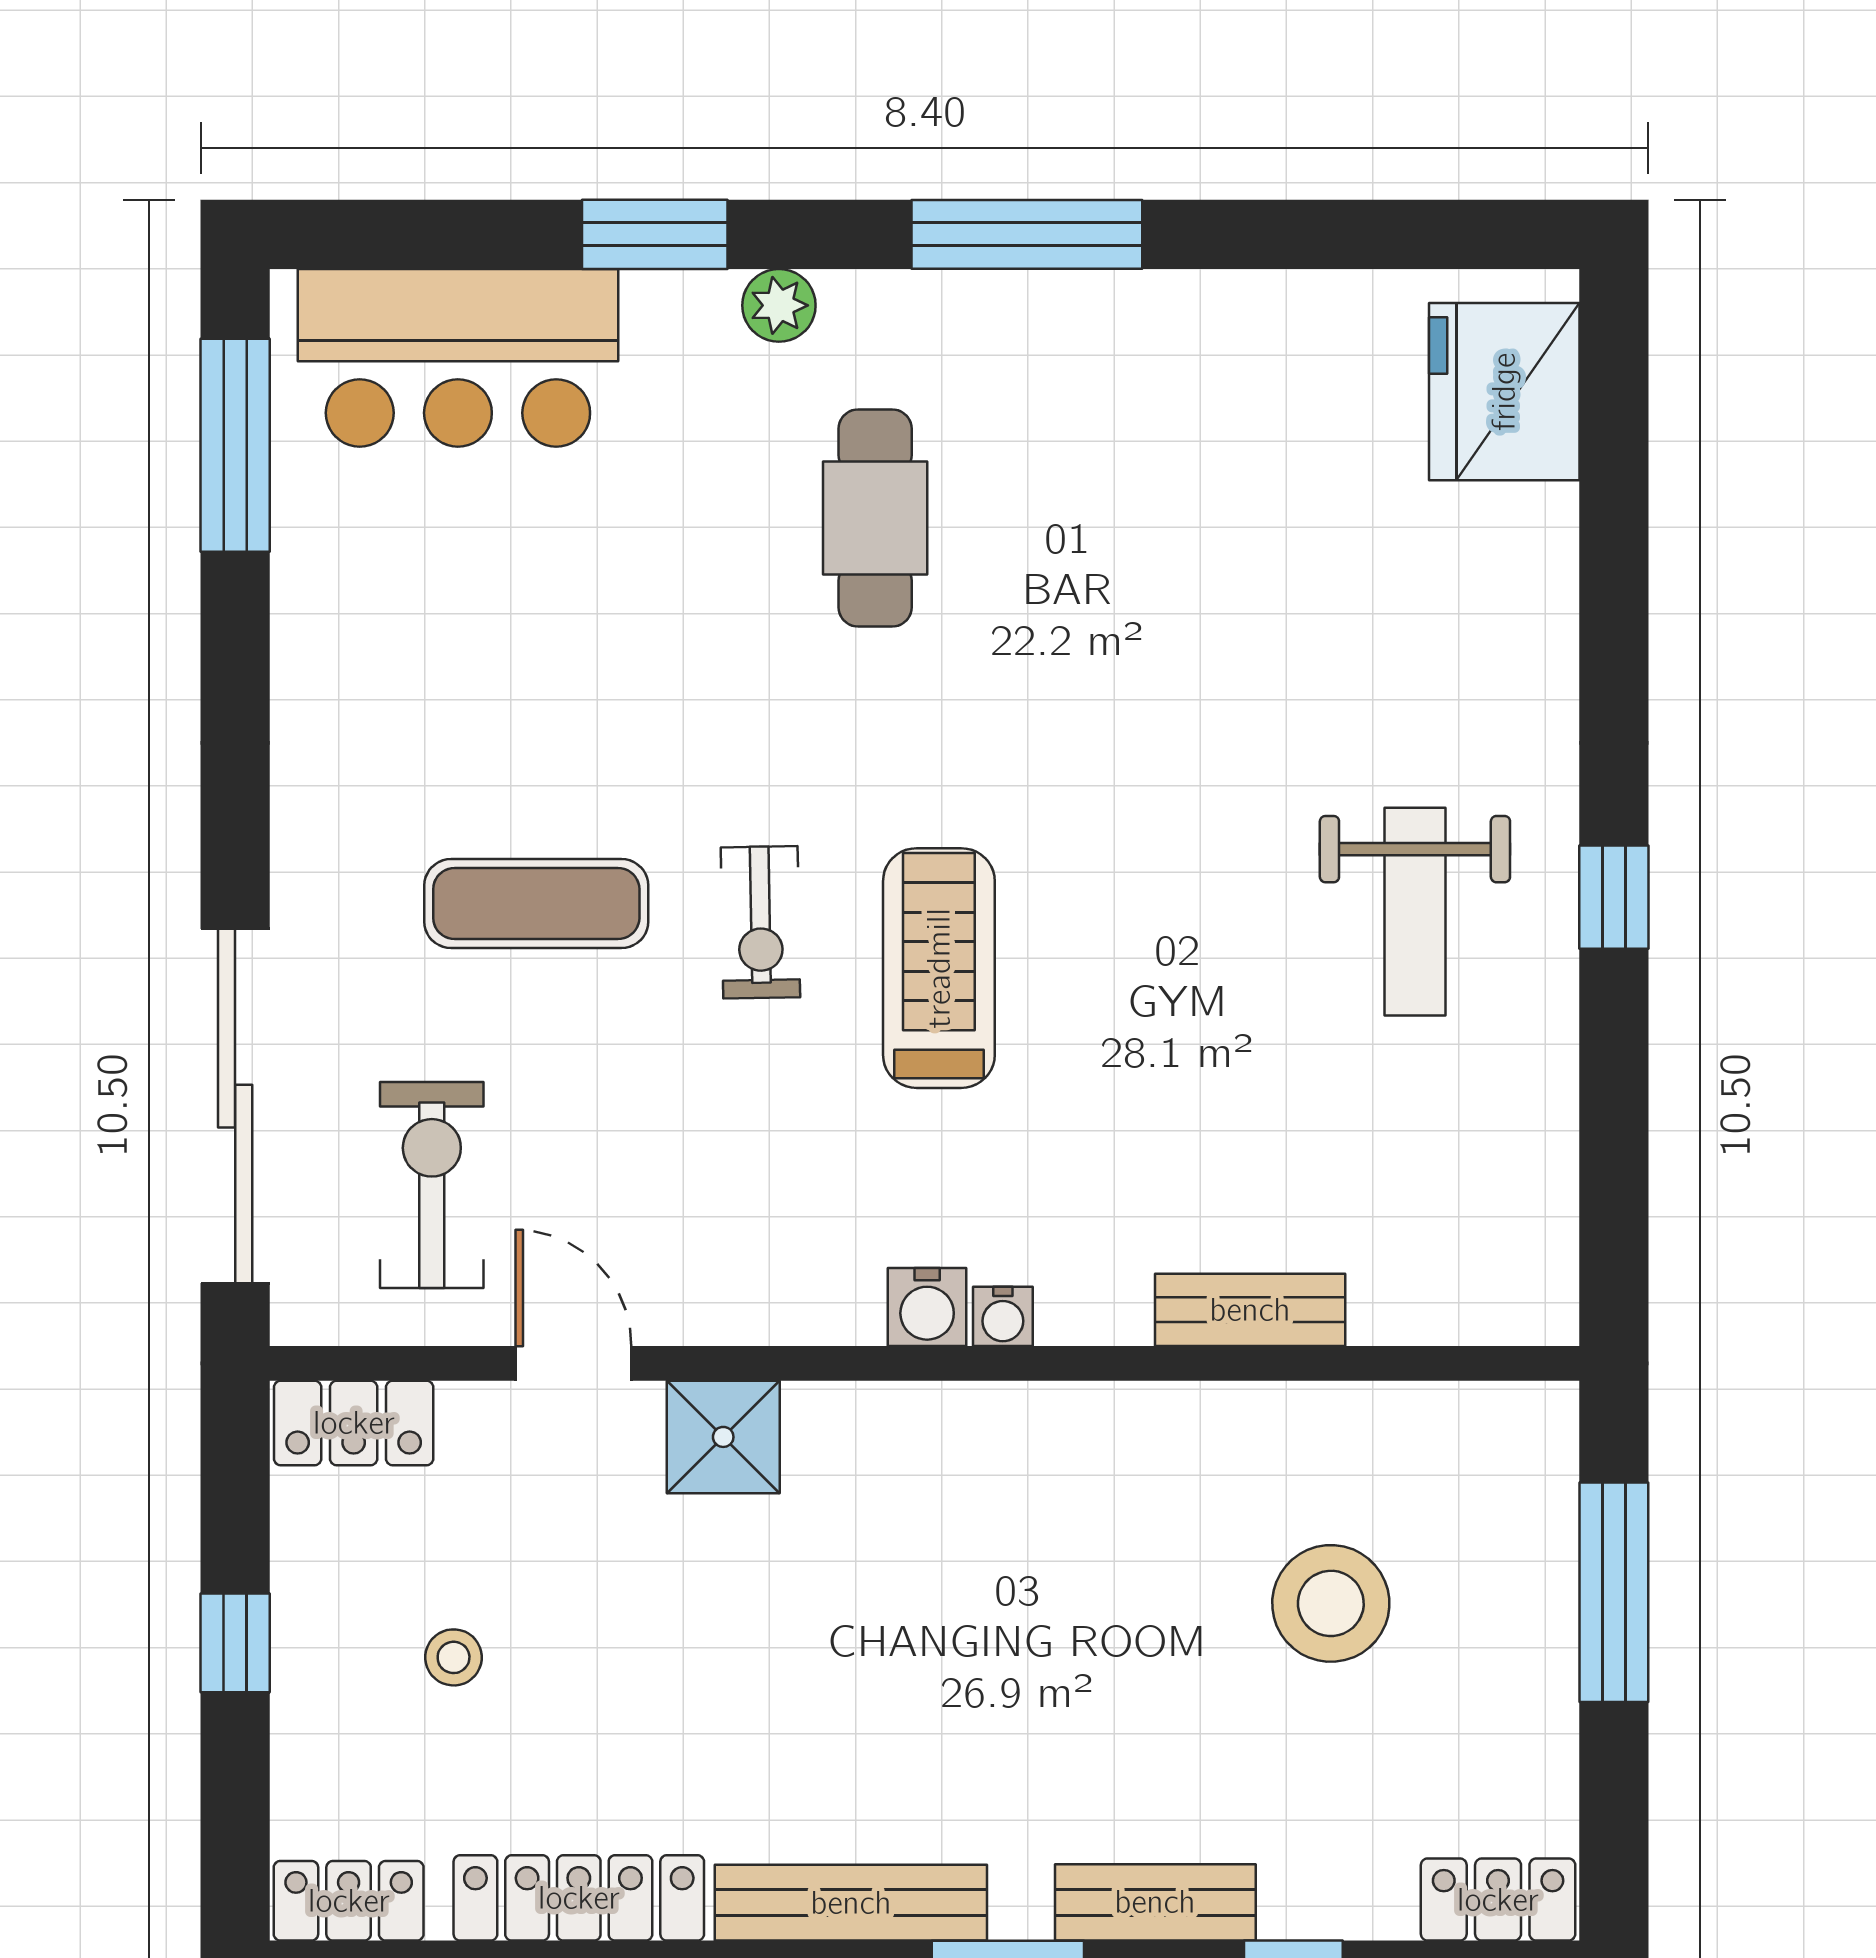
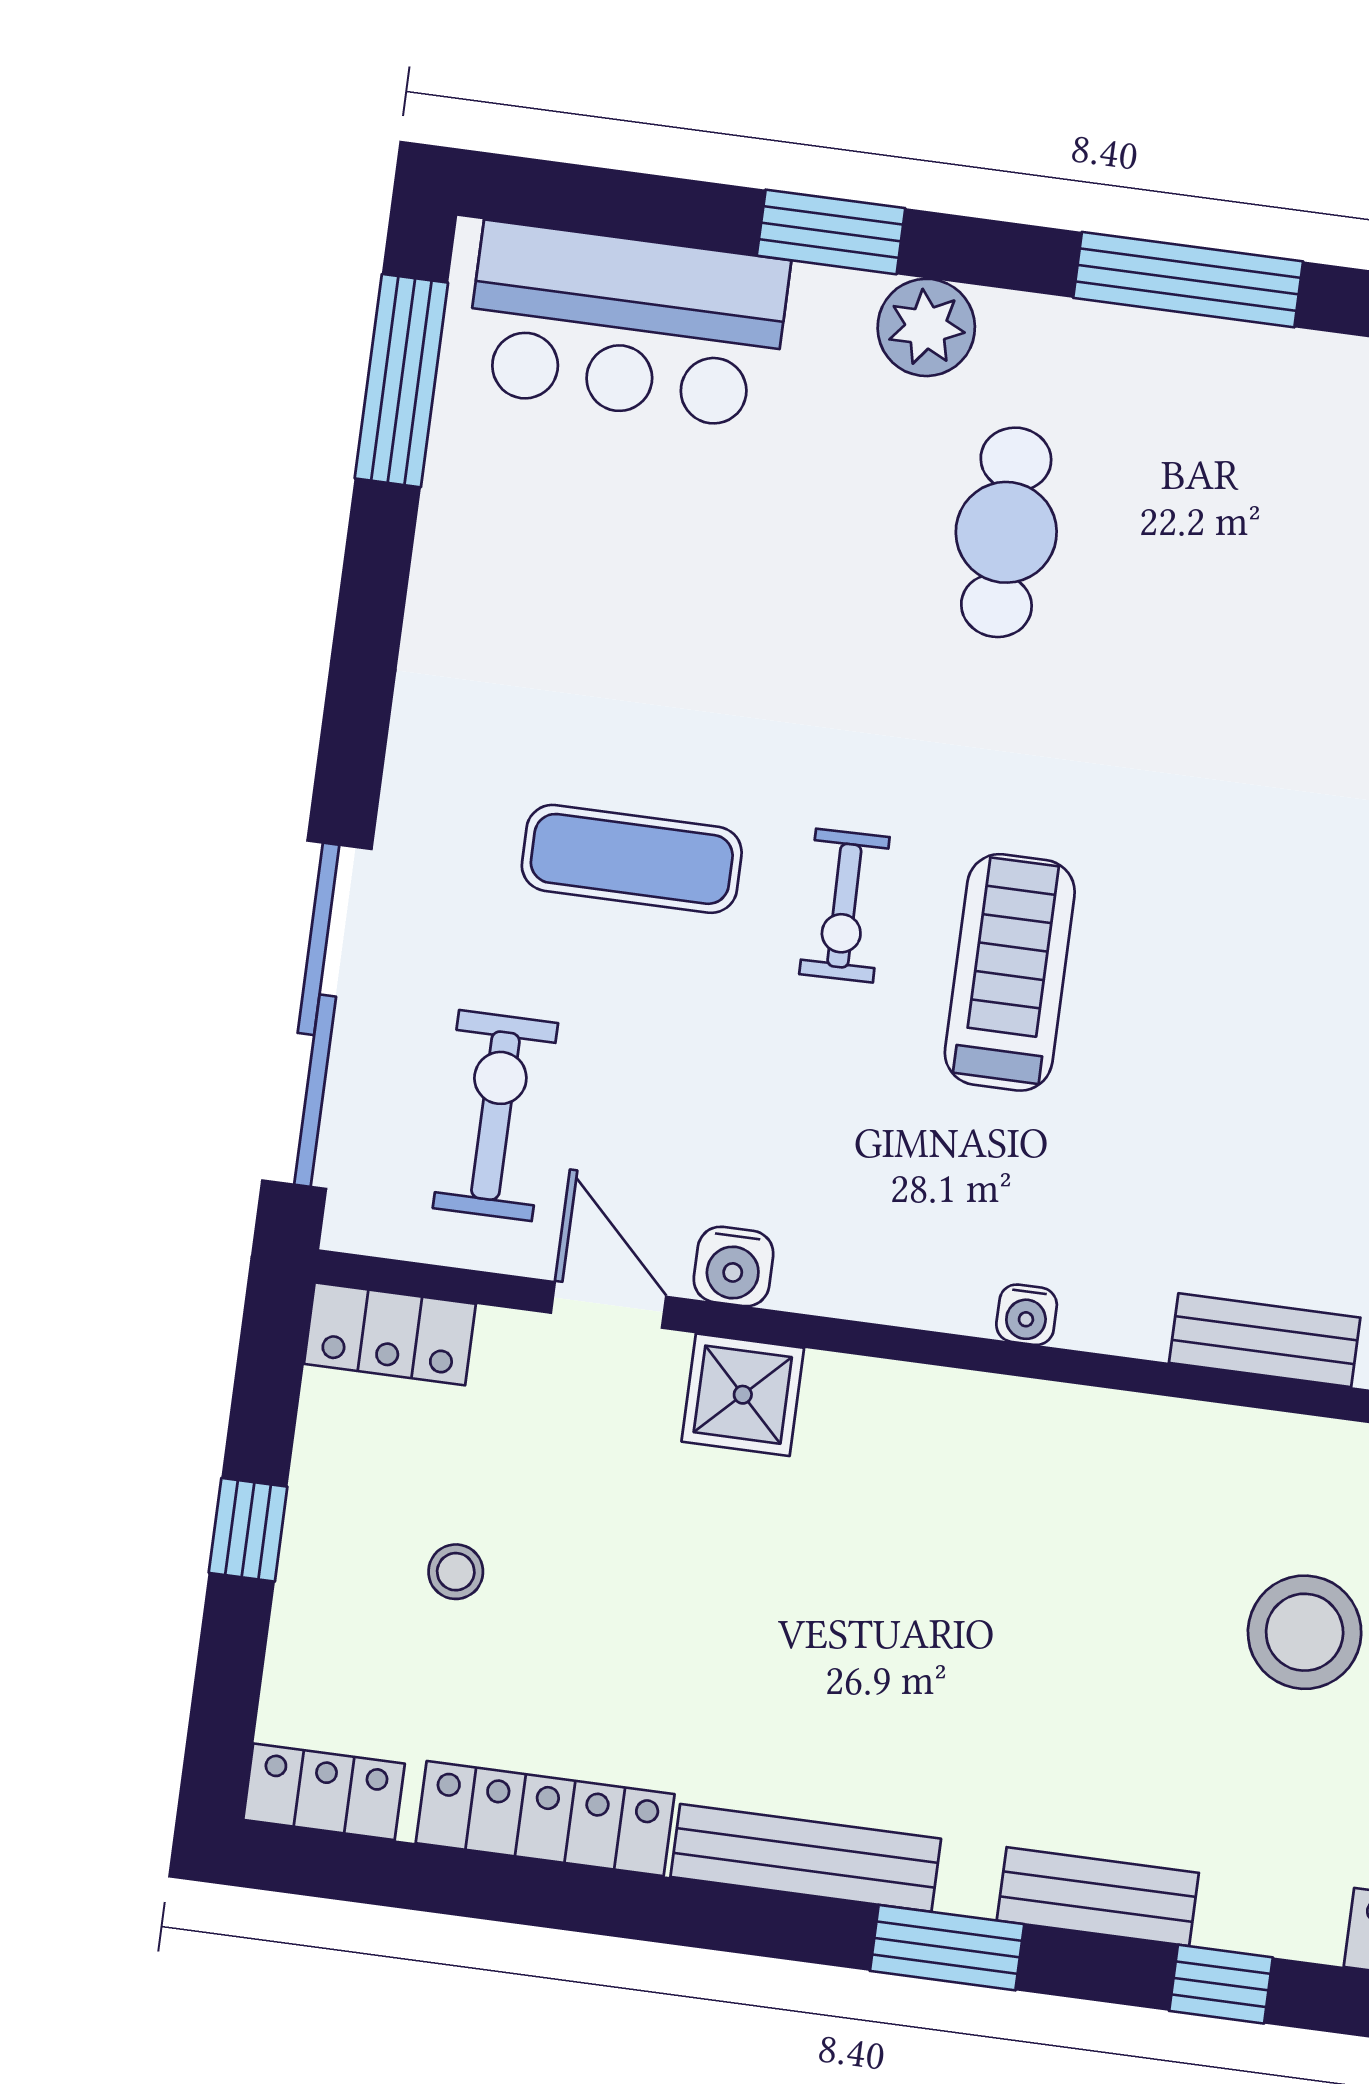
plant: (779, 305) -> (926, 327), width x1.38, depth x1.38
water cooler: (927, 1307) -> (734, 1266), moved

